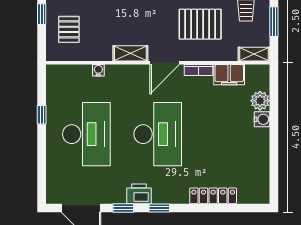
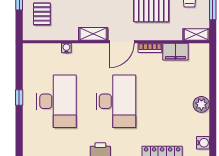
plant: (260, 101) -> (201, 104), moved
window: (42, 115) -> (19, 97), moved
water cooler: (262, 119) -> (203, 143), moved

